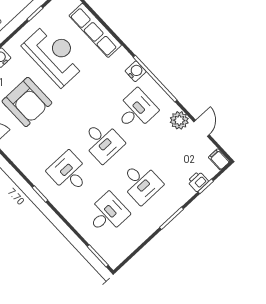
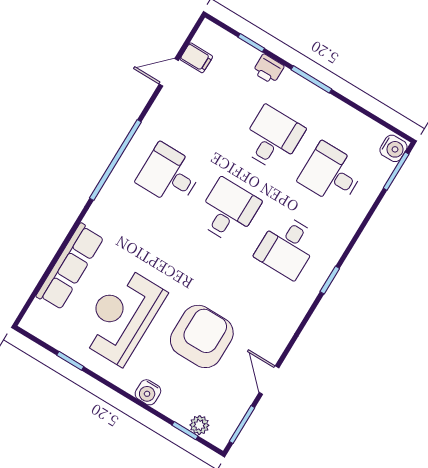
water cooler: (136, 71) -> (393, 148), moved, turned 180
plant: (179, 120) -> (166, 108), removed
filing cabinet: (219, 159) -> (196, 58), moved, turned -90
printer: (198, 181) -> (268, 69), moved

